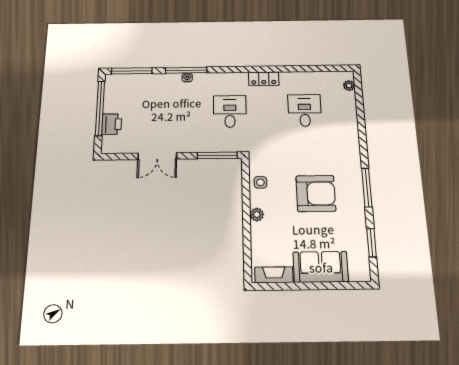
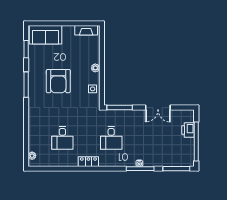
double door: (157, 156) -> (158, 107), swing flipped
armchair: (316, 193) -> (58, 81), turned -90
sofa: (321, 267) -> (46, 35), moved

